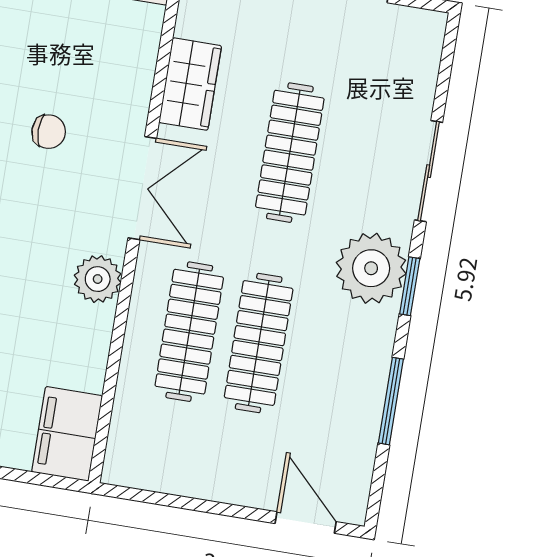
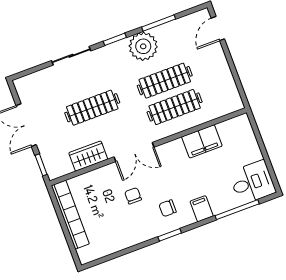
double door: (142, 188) -> (134, 152), swing flipped
plant: (371, 268) -> (143, 46), moved
plant: (98, 279) -> (175, 149), removed
filing cabinet: (67, 434) -> (202, 141), moved

